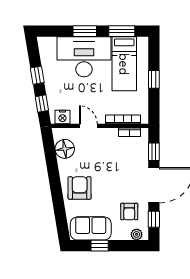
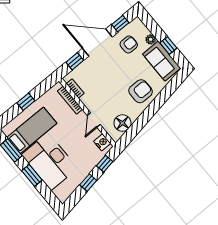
armchair: (80, 188) -> (141, 91), turned 180
plant: (137, 234) -> (151, 39), moved

